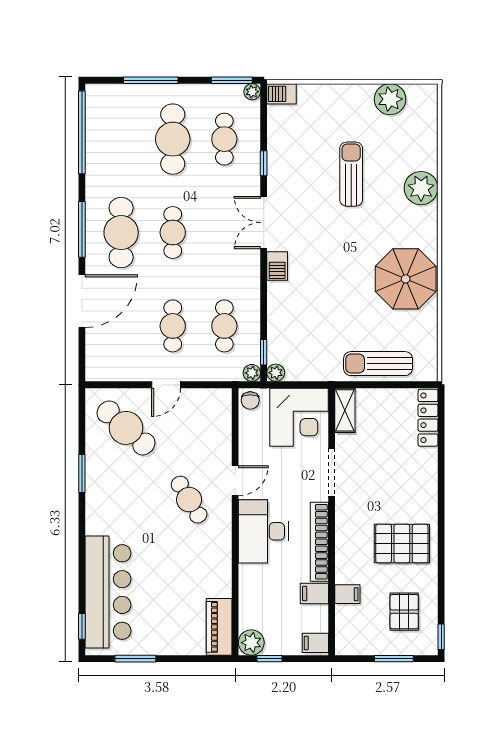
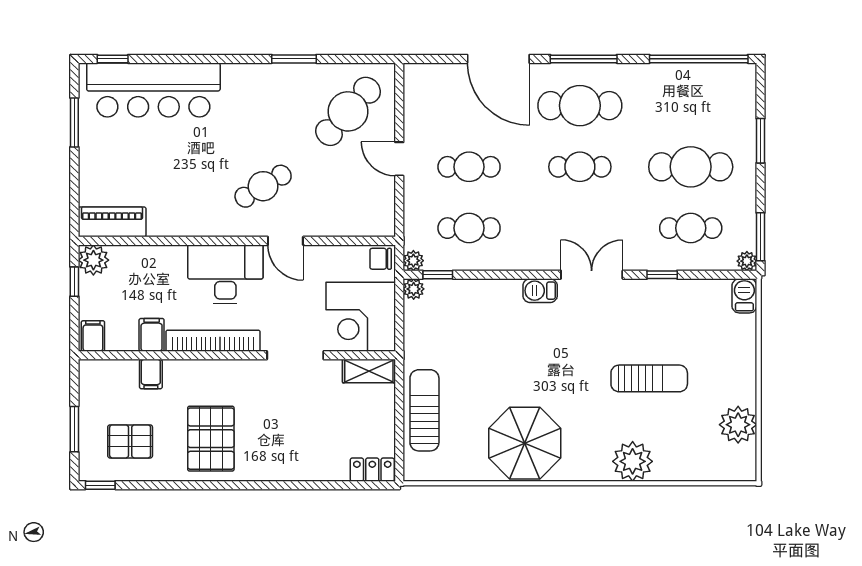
window: (151, 80) -> (761, 141), width x0.69
locker: (428, 418) -> (372, 470), width x0.66

